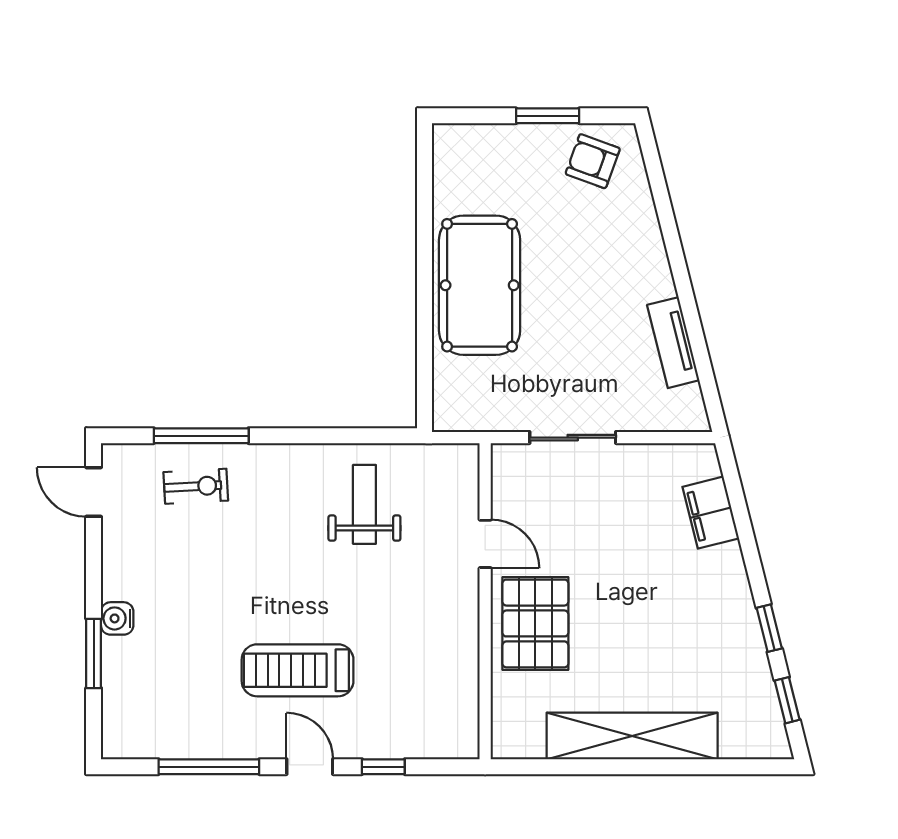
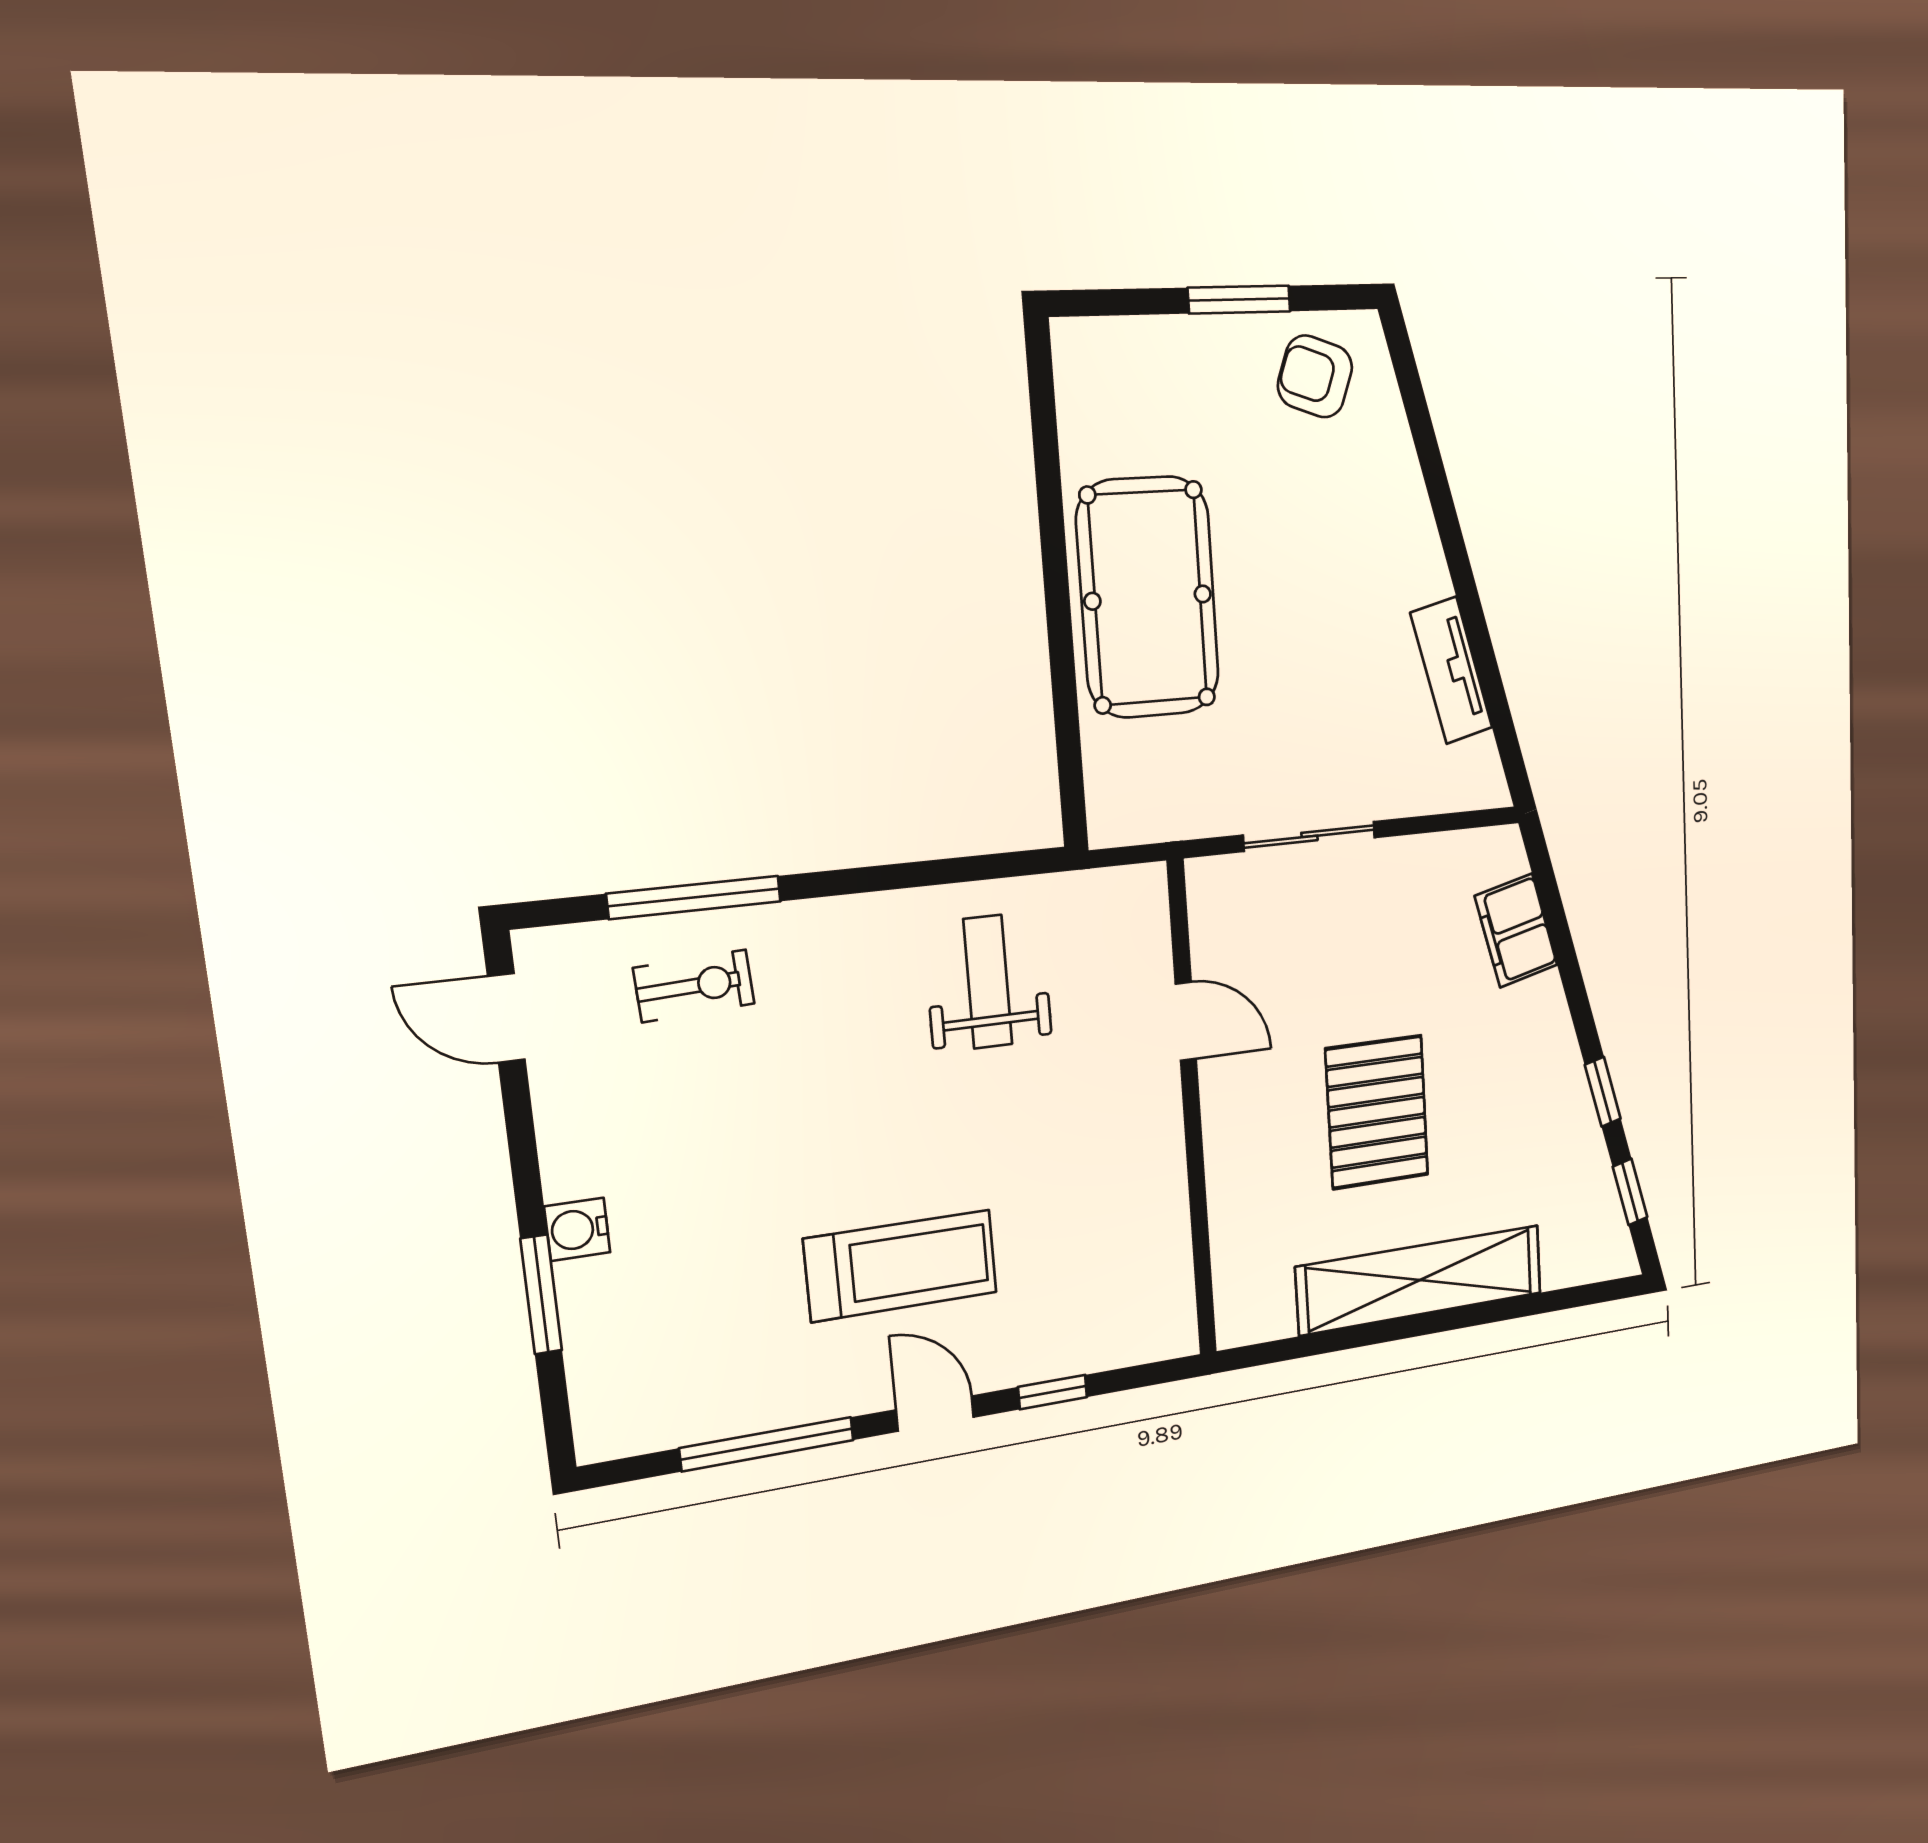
pallet: (535, 623) -> (1377, 1112), moved
treadmill: (298, 670) -> (901, 1266), turned 180

